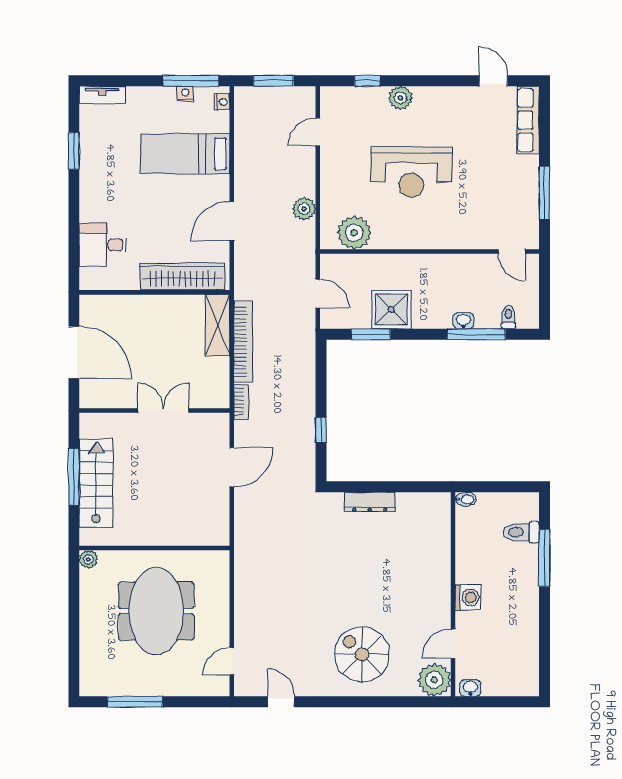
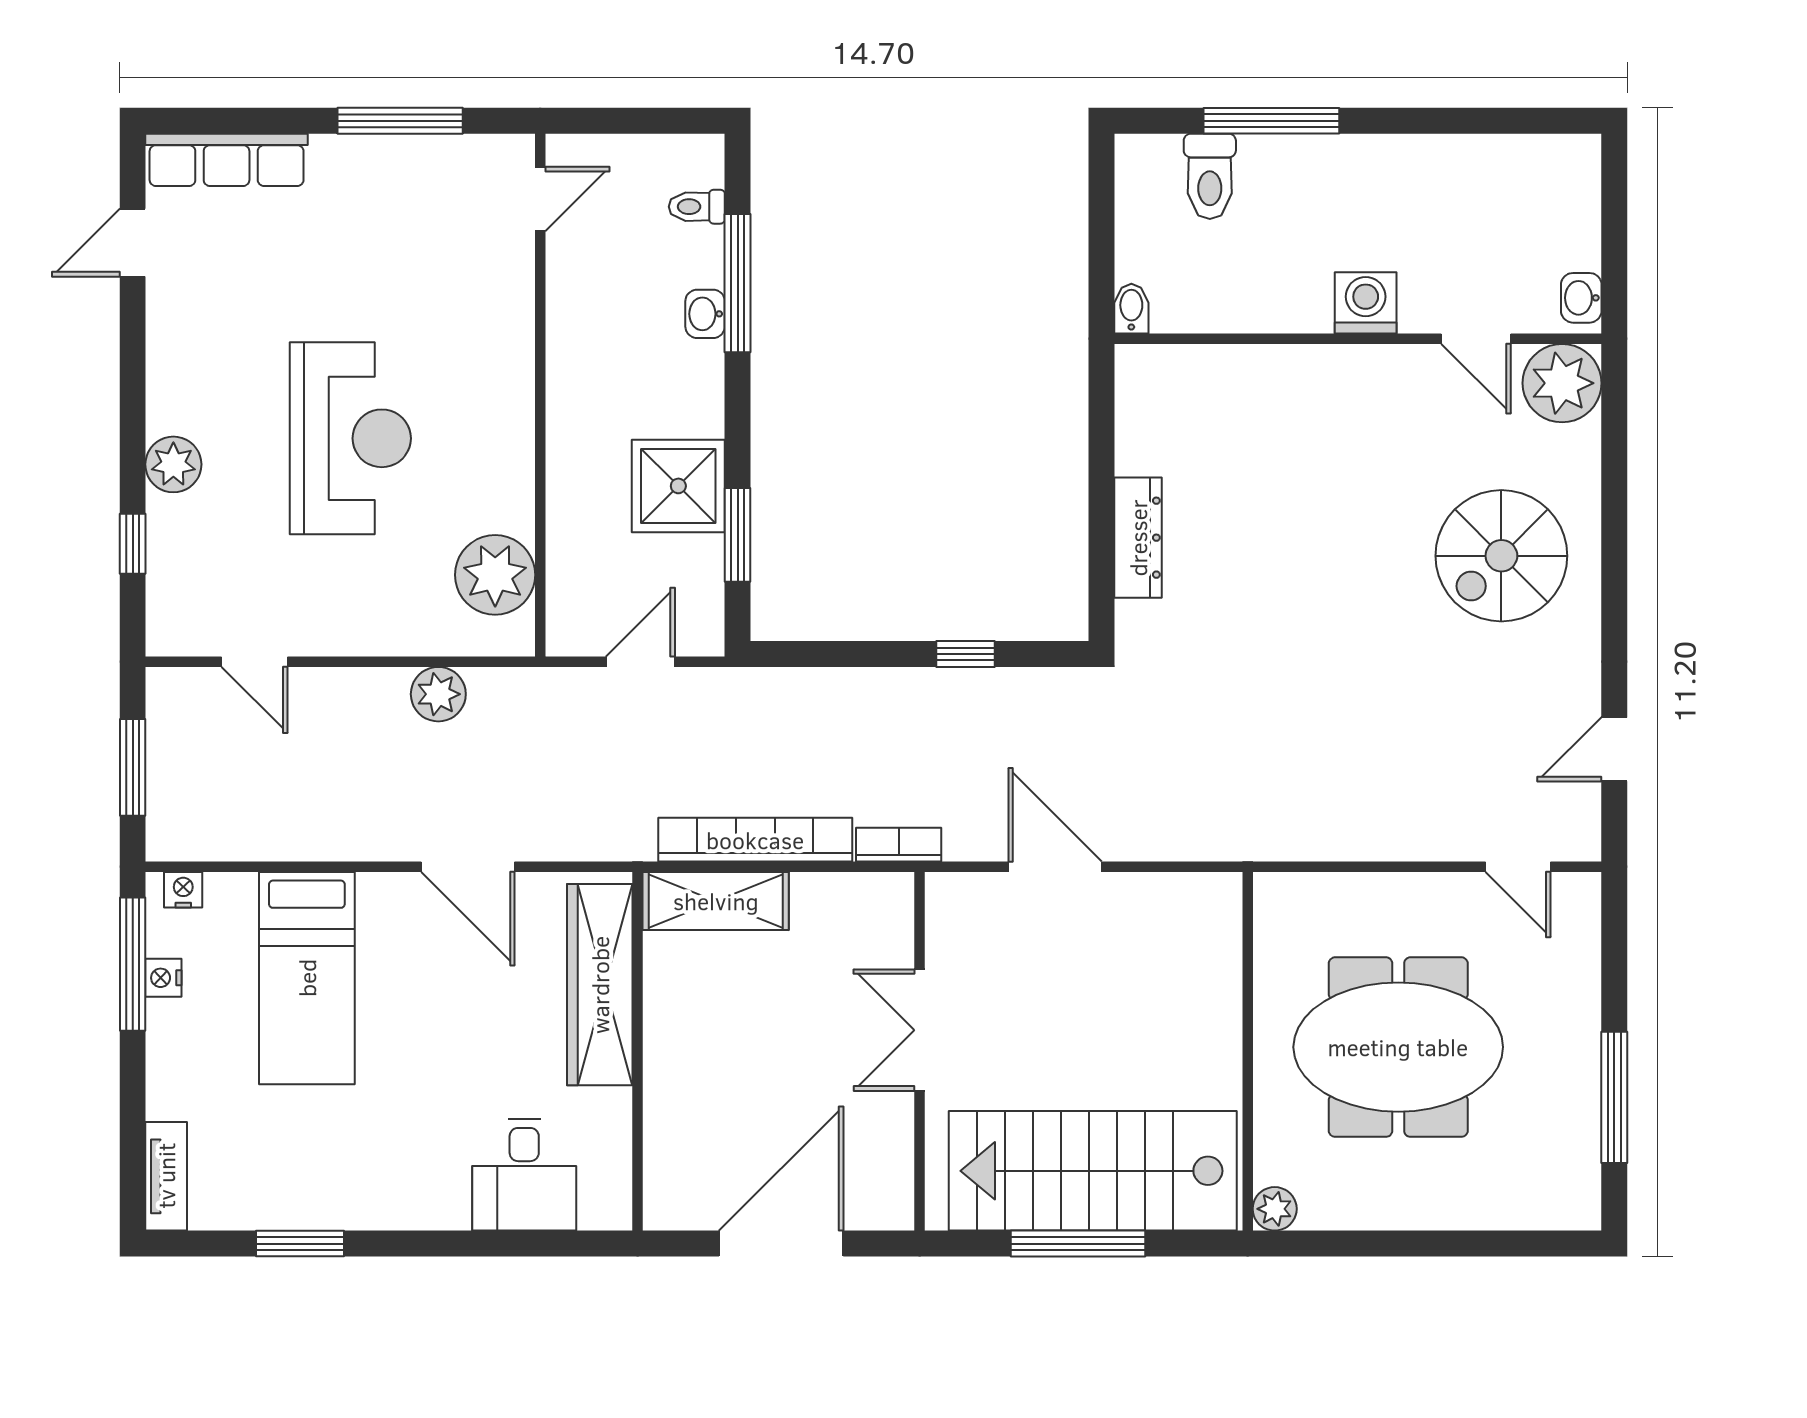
stairs: (96, 483) -> (1093, 1171), width x1.36, depth x1.51

